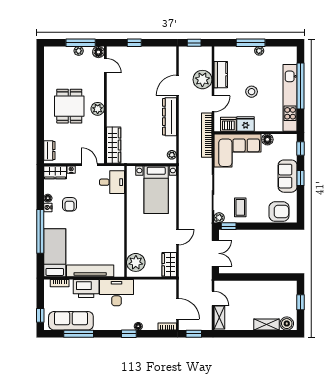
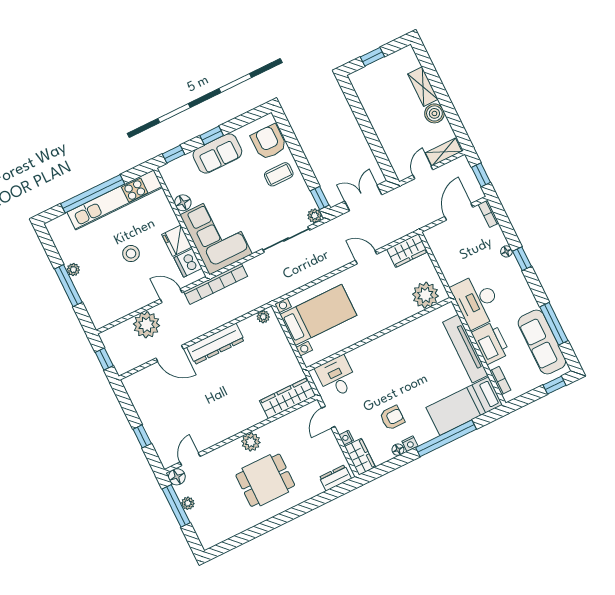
kitchen counter: (221, 75) -> (128, 304), removed
coffee table: (240, 207) -> (279, 174), moved
boiler: (287, 324) -> (434, 113), moved

